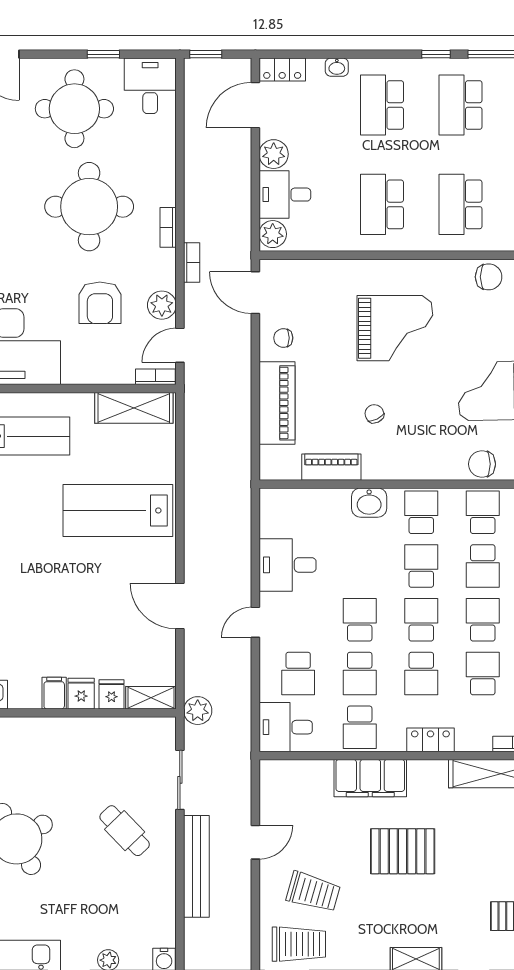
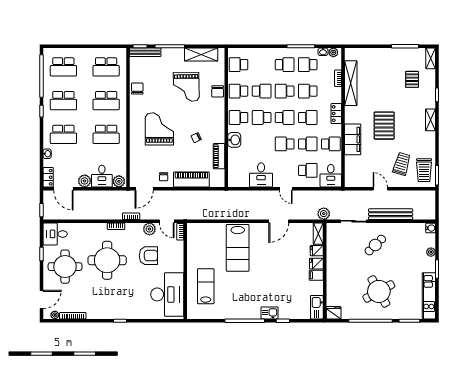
shelving: (134, 408) -> (194, 241), removed
school desk: (421, 620) -> (285, 118), turned 180
trolley: (299, 944) -> (424, 170), turned 180

